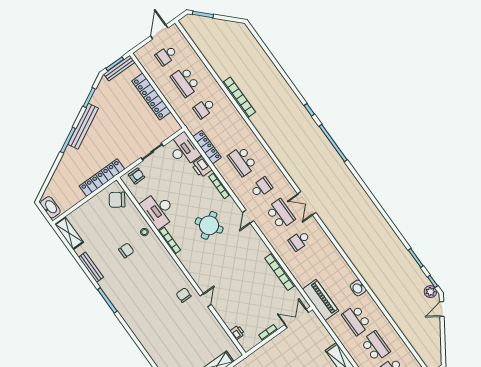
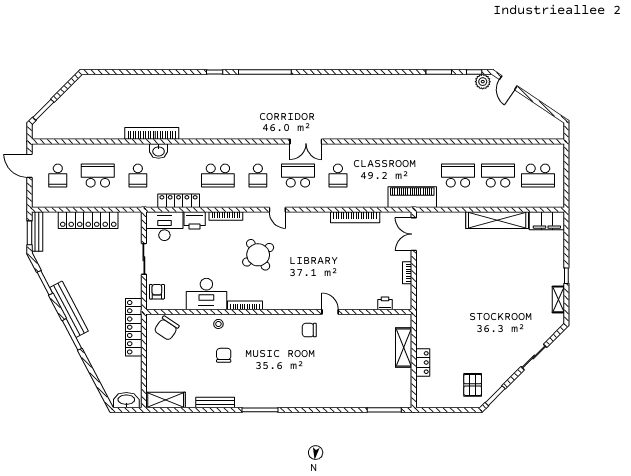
school desk: (185, 82) -> (98, 176), turned 180
school desk: (261, 188) -> (258, 176), turned 180
washbasin: (358, 288) -> (159, 151), moved
school desk: (356, 320) -> (458, 176), turned 180

